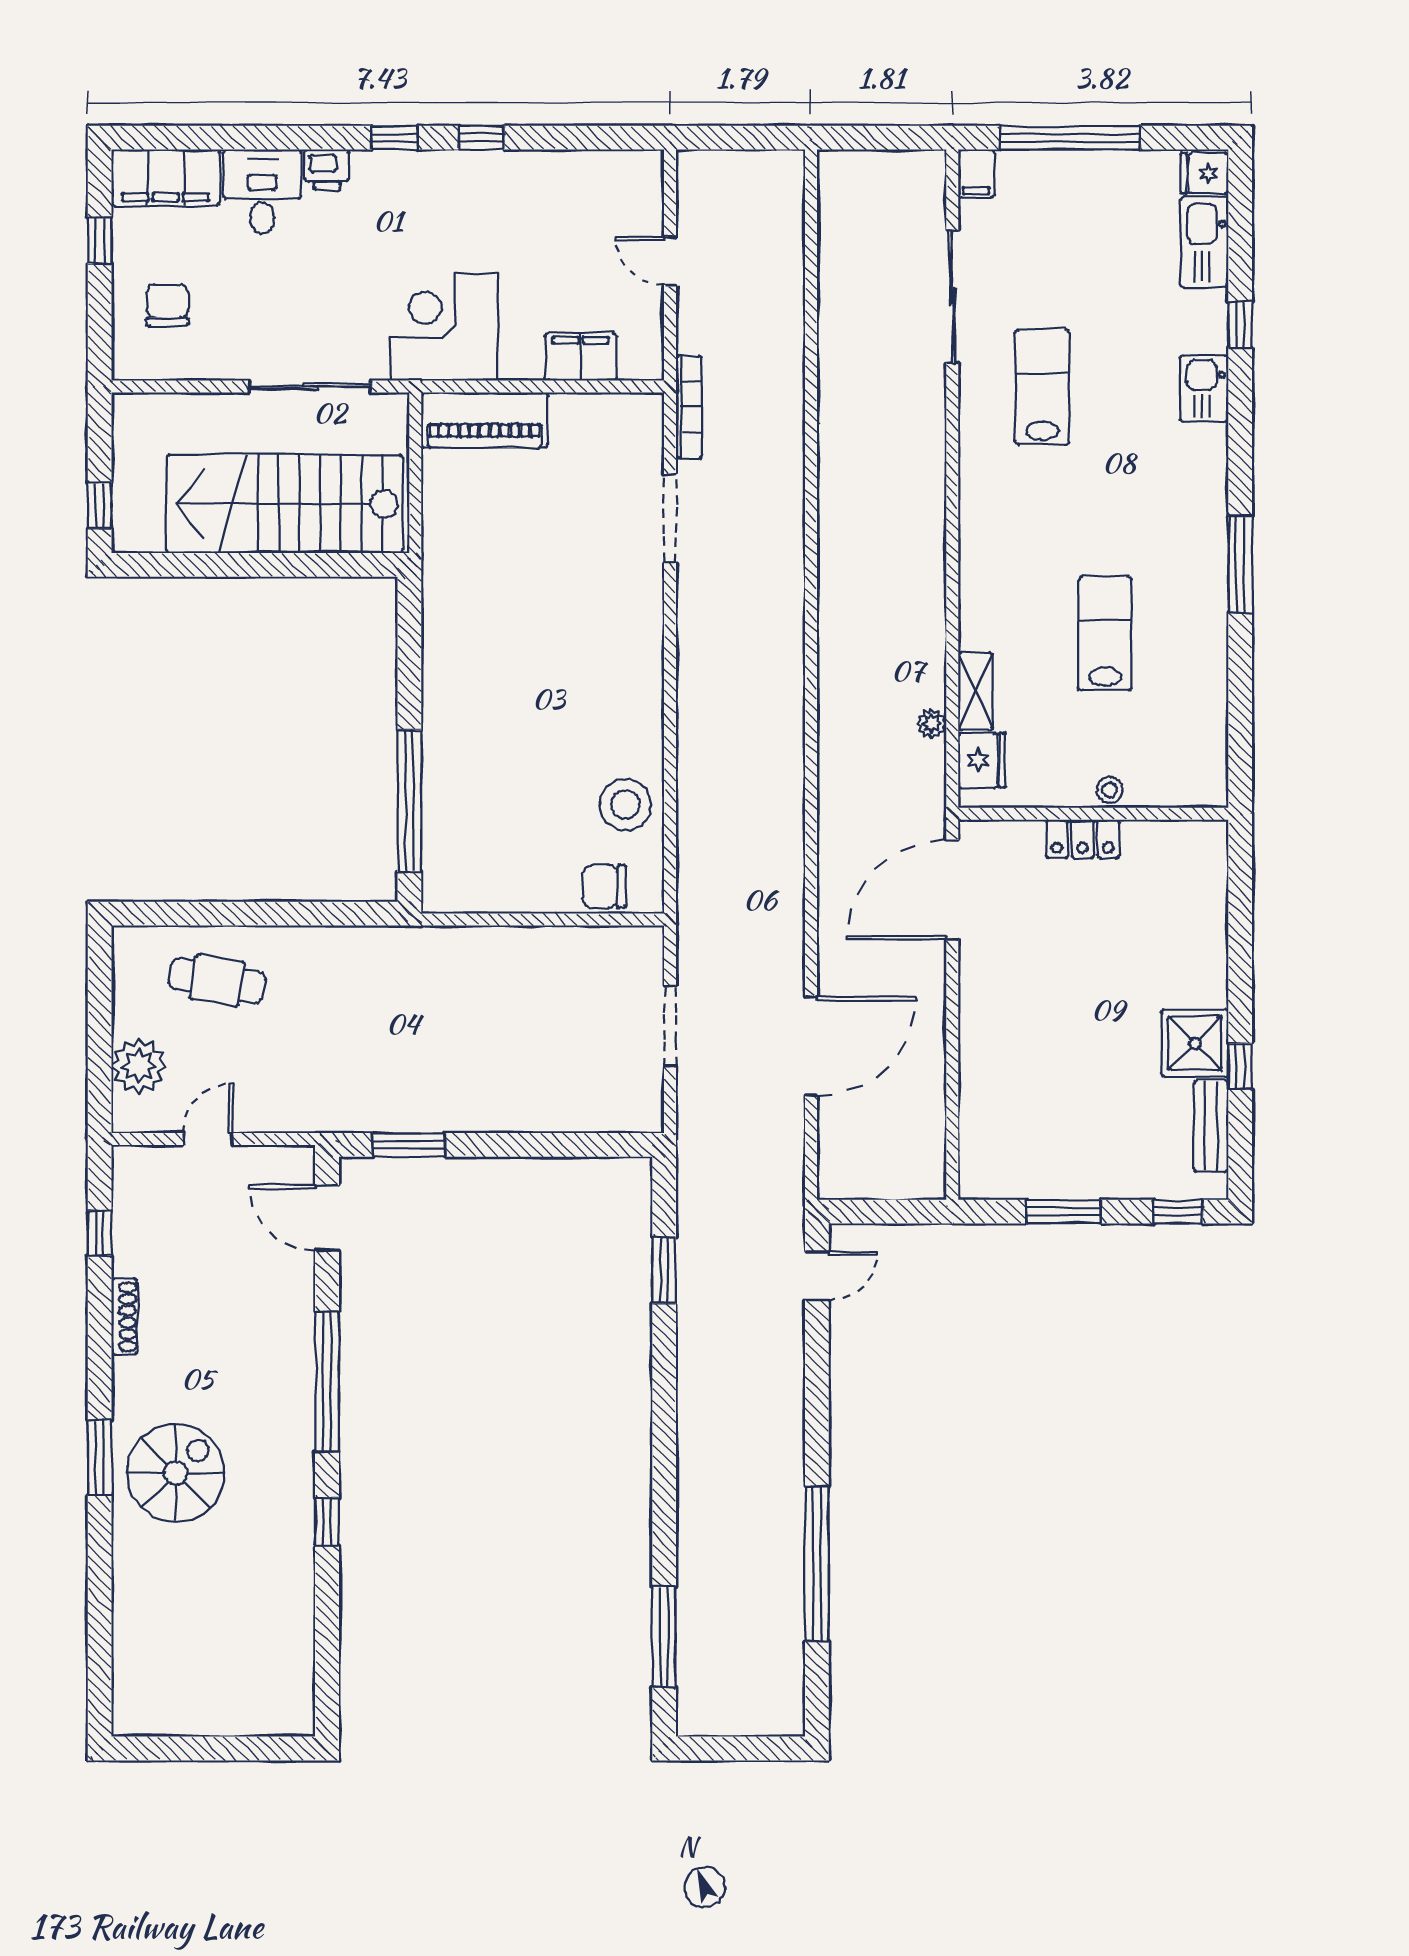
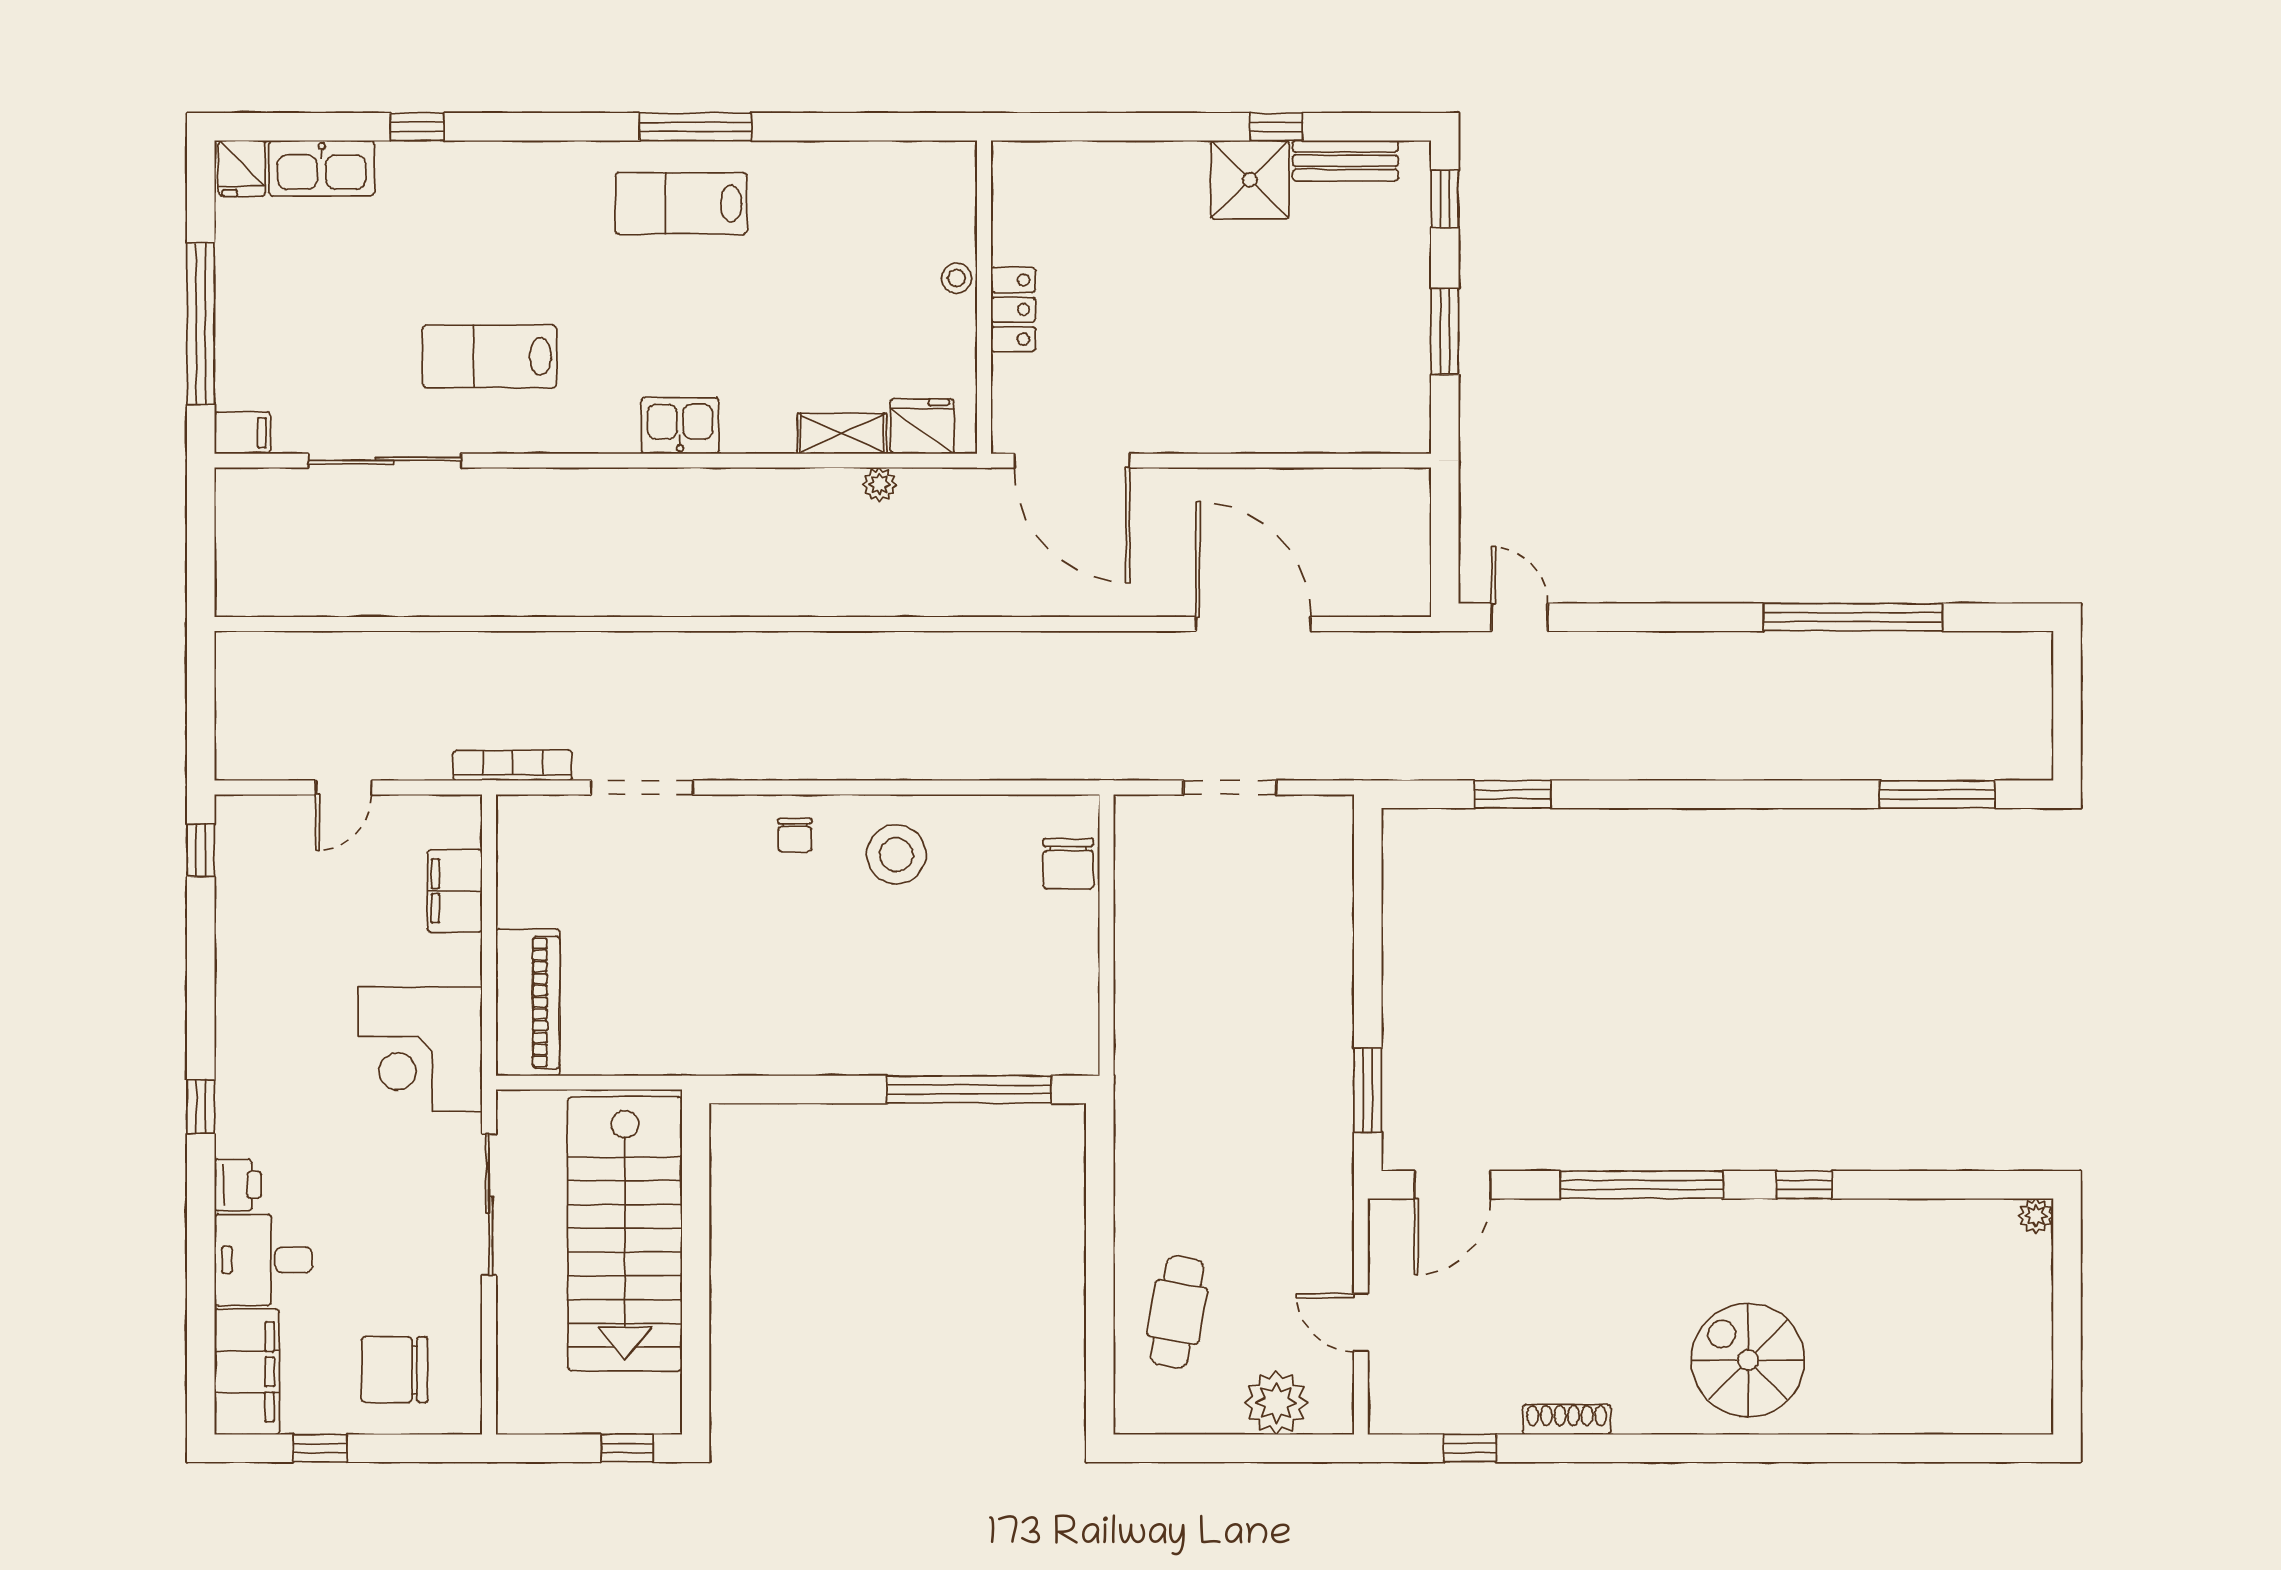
window: (482, 138) -> (201, 850), moved
chair: (167, 305) -> (395, 1370), width x1.37, depth x1.37
kitchen sink: (1204, 388) -> (680, 426), moved, turned 180
lab bench: (1105, 634) -> (681, 203), moved
chair: (629, 650) -> (795, 835), added
stool: (625, 805) -> (896, 855), moved
window: (100, 1457) -> (1730, 1448), removed
plant: (300, 1722) -> (2036, 1216), added

